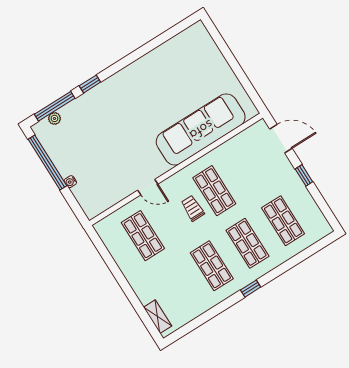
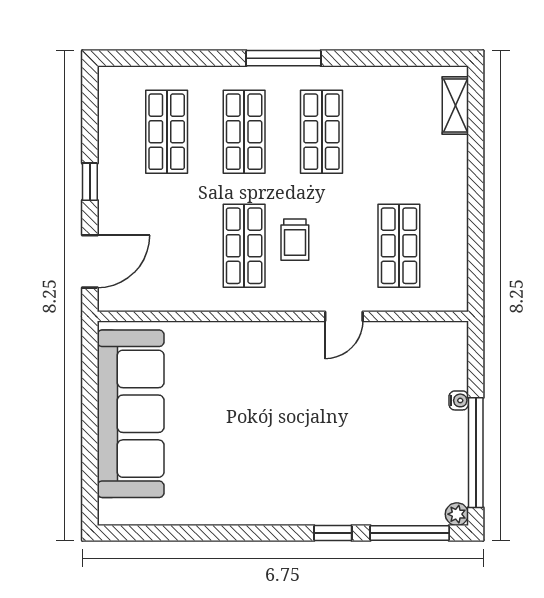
plant: (54, 118) -> (457, 514), moved
sofa: (201, 129) -> (131, 414), moved, turned -90
door: (281, 139) -> (90, 261), swing flipped
door: (148, 187) -> (344, 316), swing flipped
window: (251, 289) -> (283, 58), width x2.17

